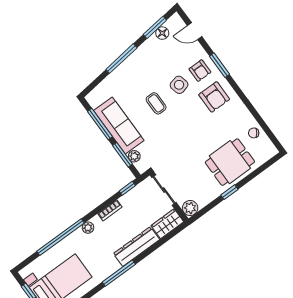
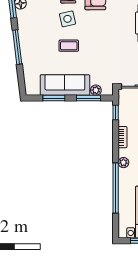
window: (100, 124) -> (54, 98), width x0.69

